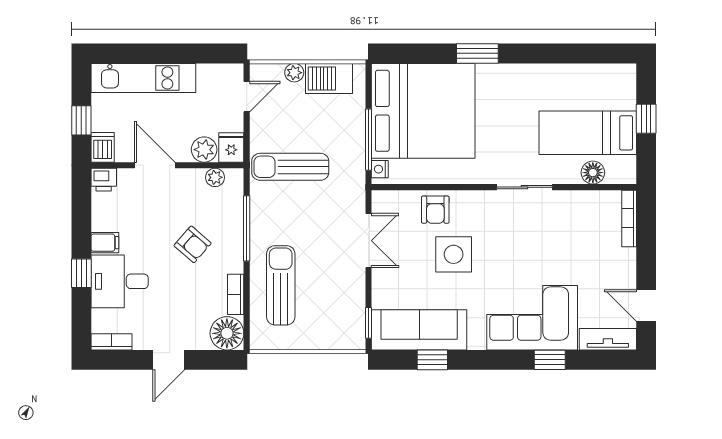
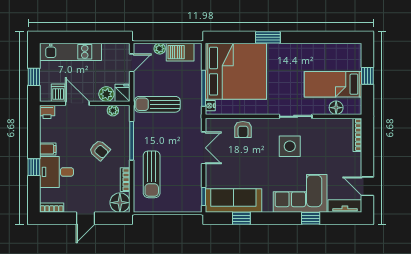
dishwasher: (103, 147) -> (58, 93), moved
side table: (454, 254) -> (290, 146), moved
sun lounger: (281, 285) -> (152, 174), turned 180

